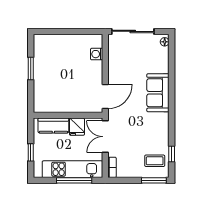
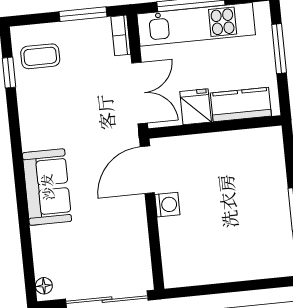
washing machine: (97, 54) -> (167, 205), moved
window: (31, 152) -> (279, 49), width x1.50
window: (154, 180) -> (83, 14), moved

